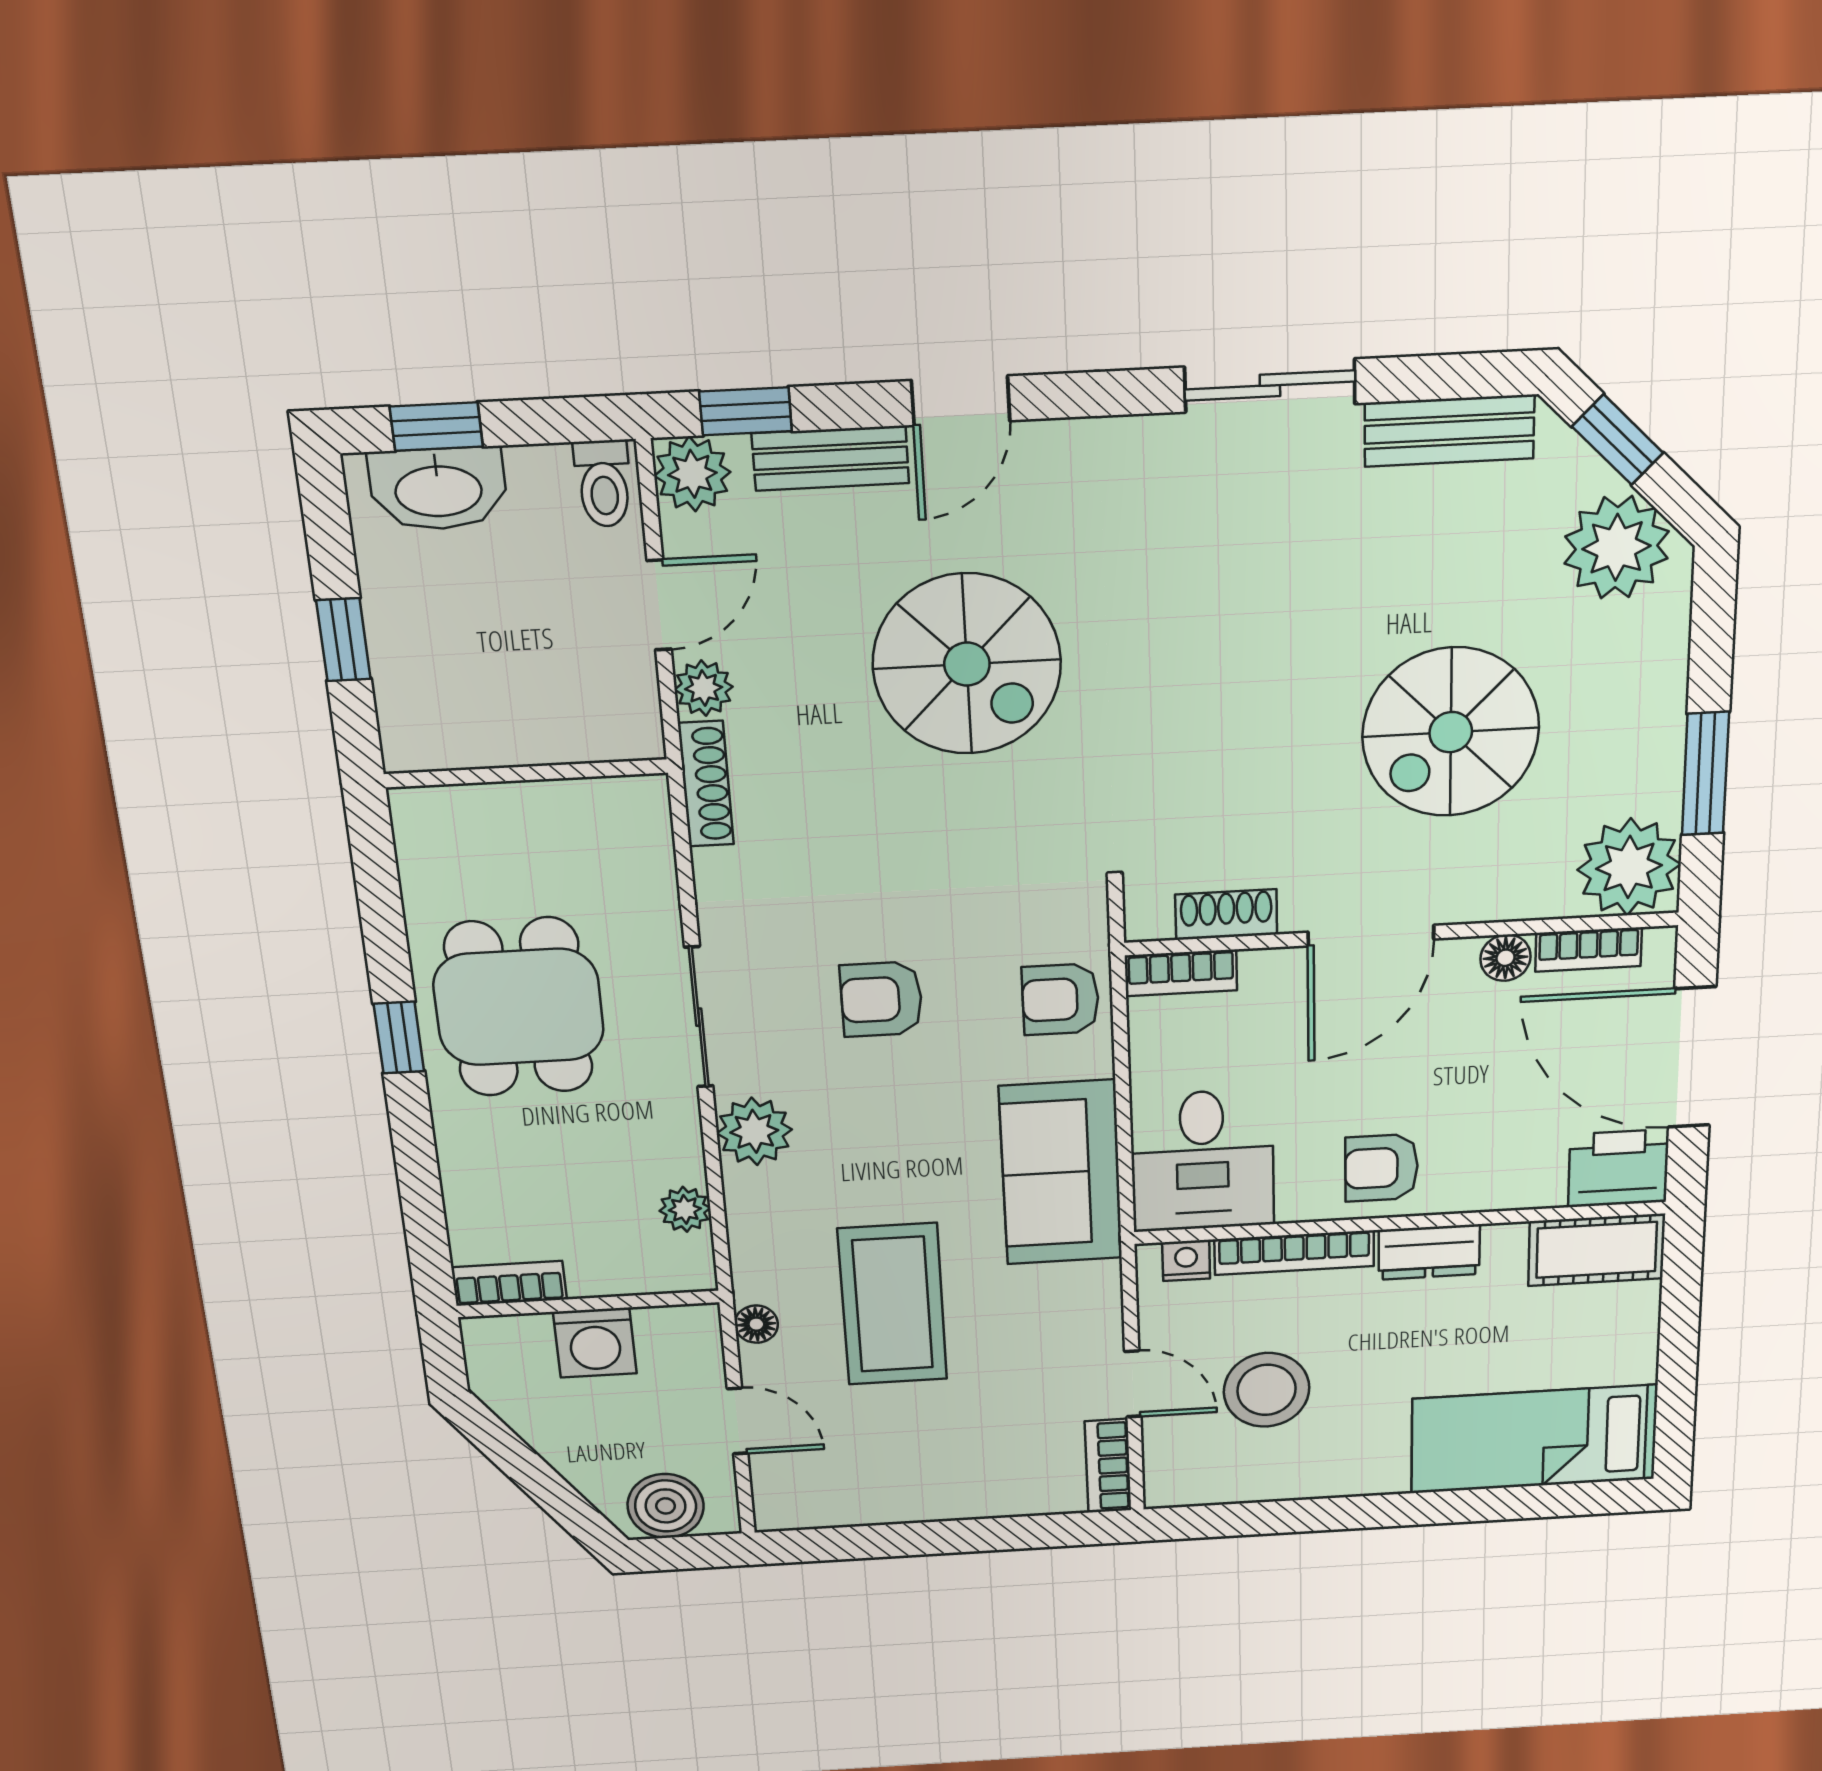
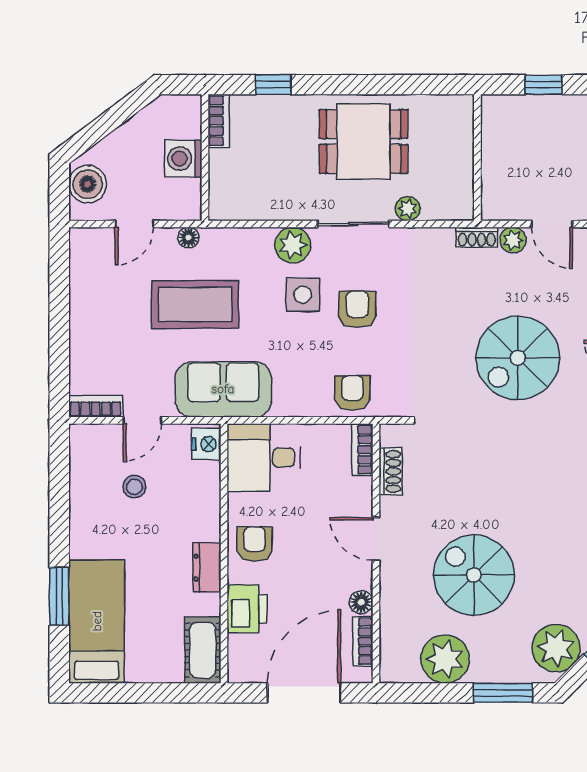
window: (1705, 774) -> (503, 693), moved
shoe rack: (706, 784) -> (477, 237), width x0.70
plant: (1629, 867) -> (445, 659), moved
door: (1371, 936) -> (376, 539), width x0.73
window: (399, 1038) -> (273, 85), moved
side table: (858, 1106) -> (303, 295), added
printer: (1618, 1168) -> (247, 609), moved
sofa: (1061, 1173) -> (223, 389), moved
plant: (685, 1209) -> (408, 209), moved
bookcase: (1294, 1253) -> (211, 501), removed
nightstand: (1186, 1260) -> (206, 444), width x1.39, depth x1.35
stool: (1267, 1390) -> (134, 487), width x0.53, depth x0.53
window: (1483, 1505) -> (59, 596), added

